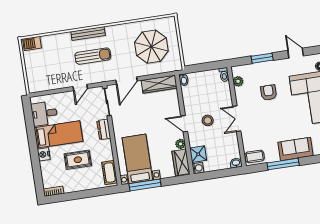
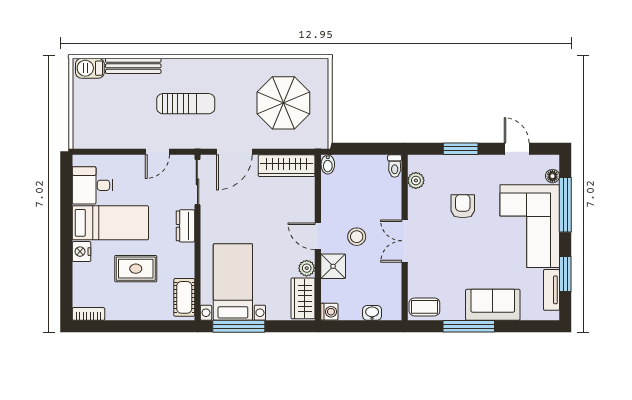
bench: (88, 34) -> (133, 66), moved
shower: (198, 154) -> (333, 266), moved
washbasin: (236, 163) -> (372, 313), moved

